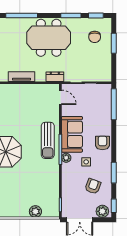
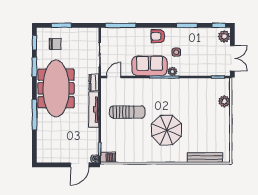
meeting table: (49, 38) -> (56, 88), width x1.36
tv unit: (21, 77) -> (94, 110), width x1.41
sun lounger: (48, 140) -> (127, 112), moved
armchair: (93, 186) -> (200, 46), removed

